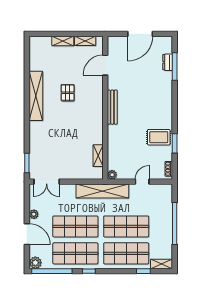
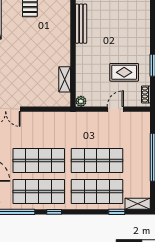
rug: (159, 137) -> (124, 72), moved
shelving: (102, 191) -> (70, 120), removed

